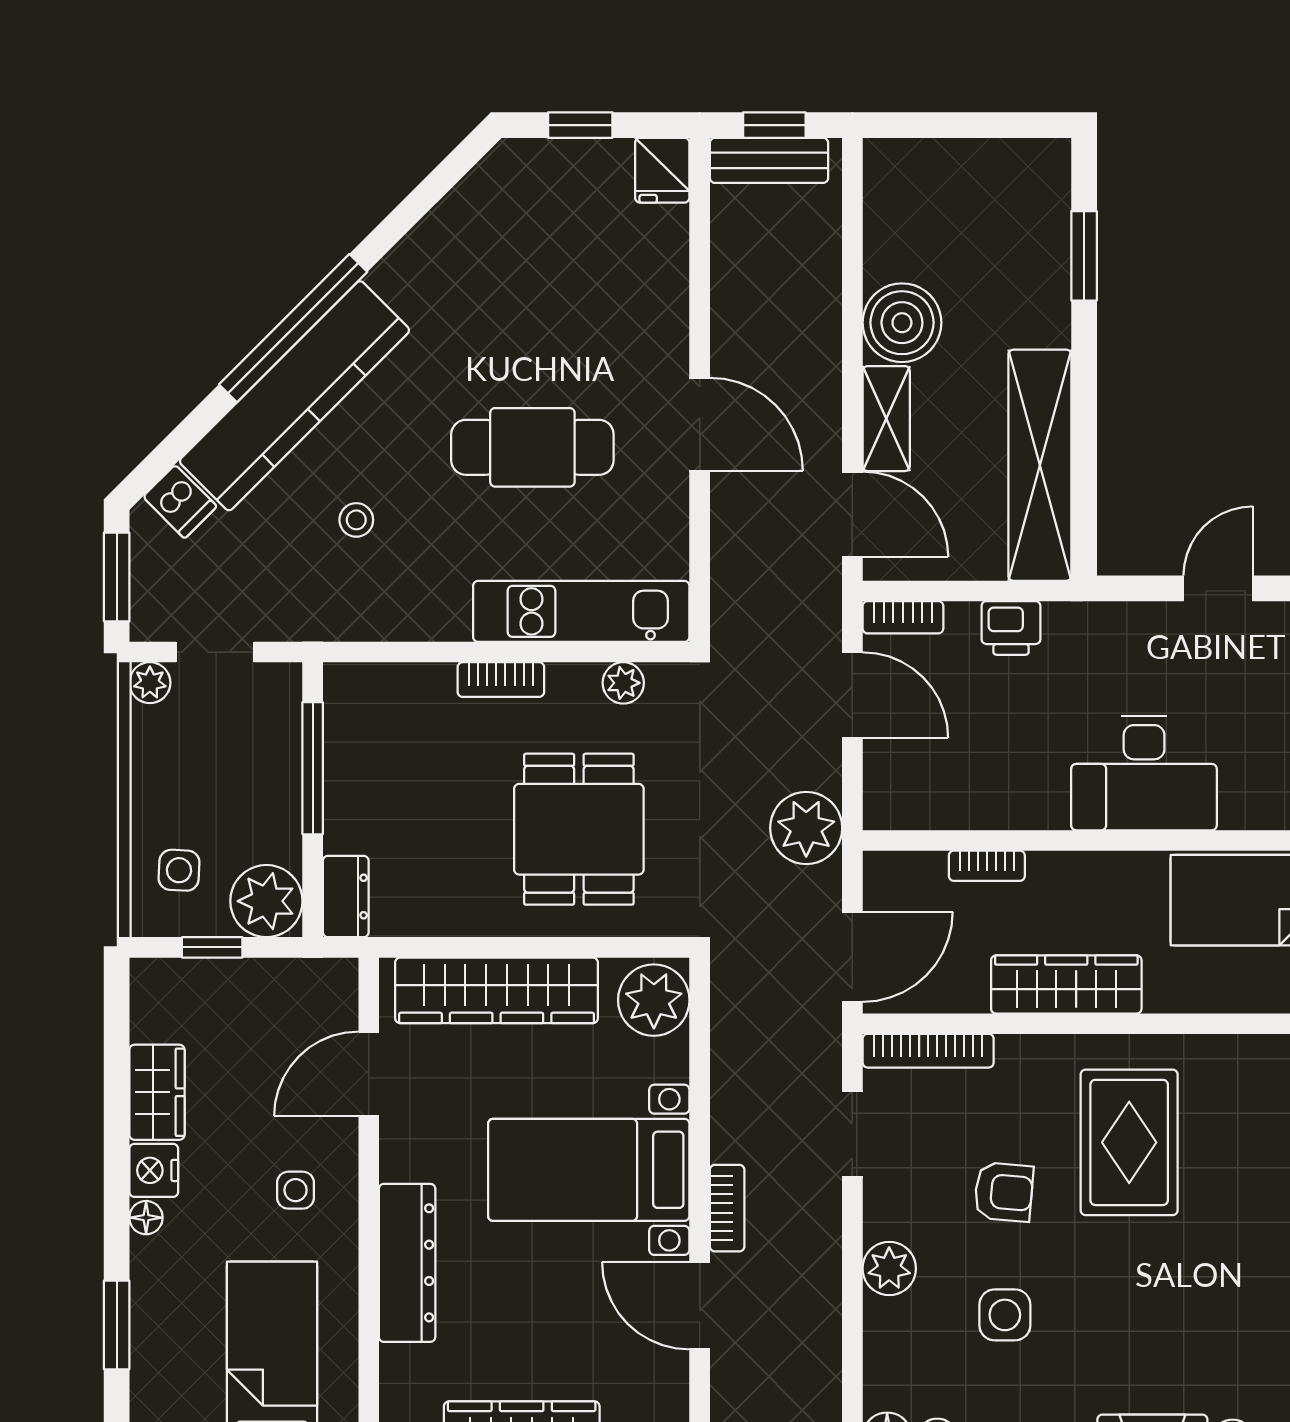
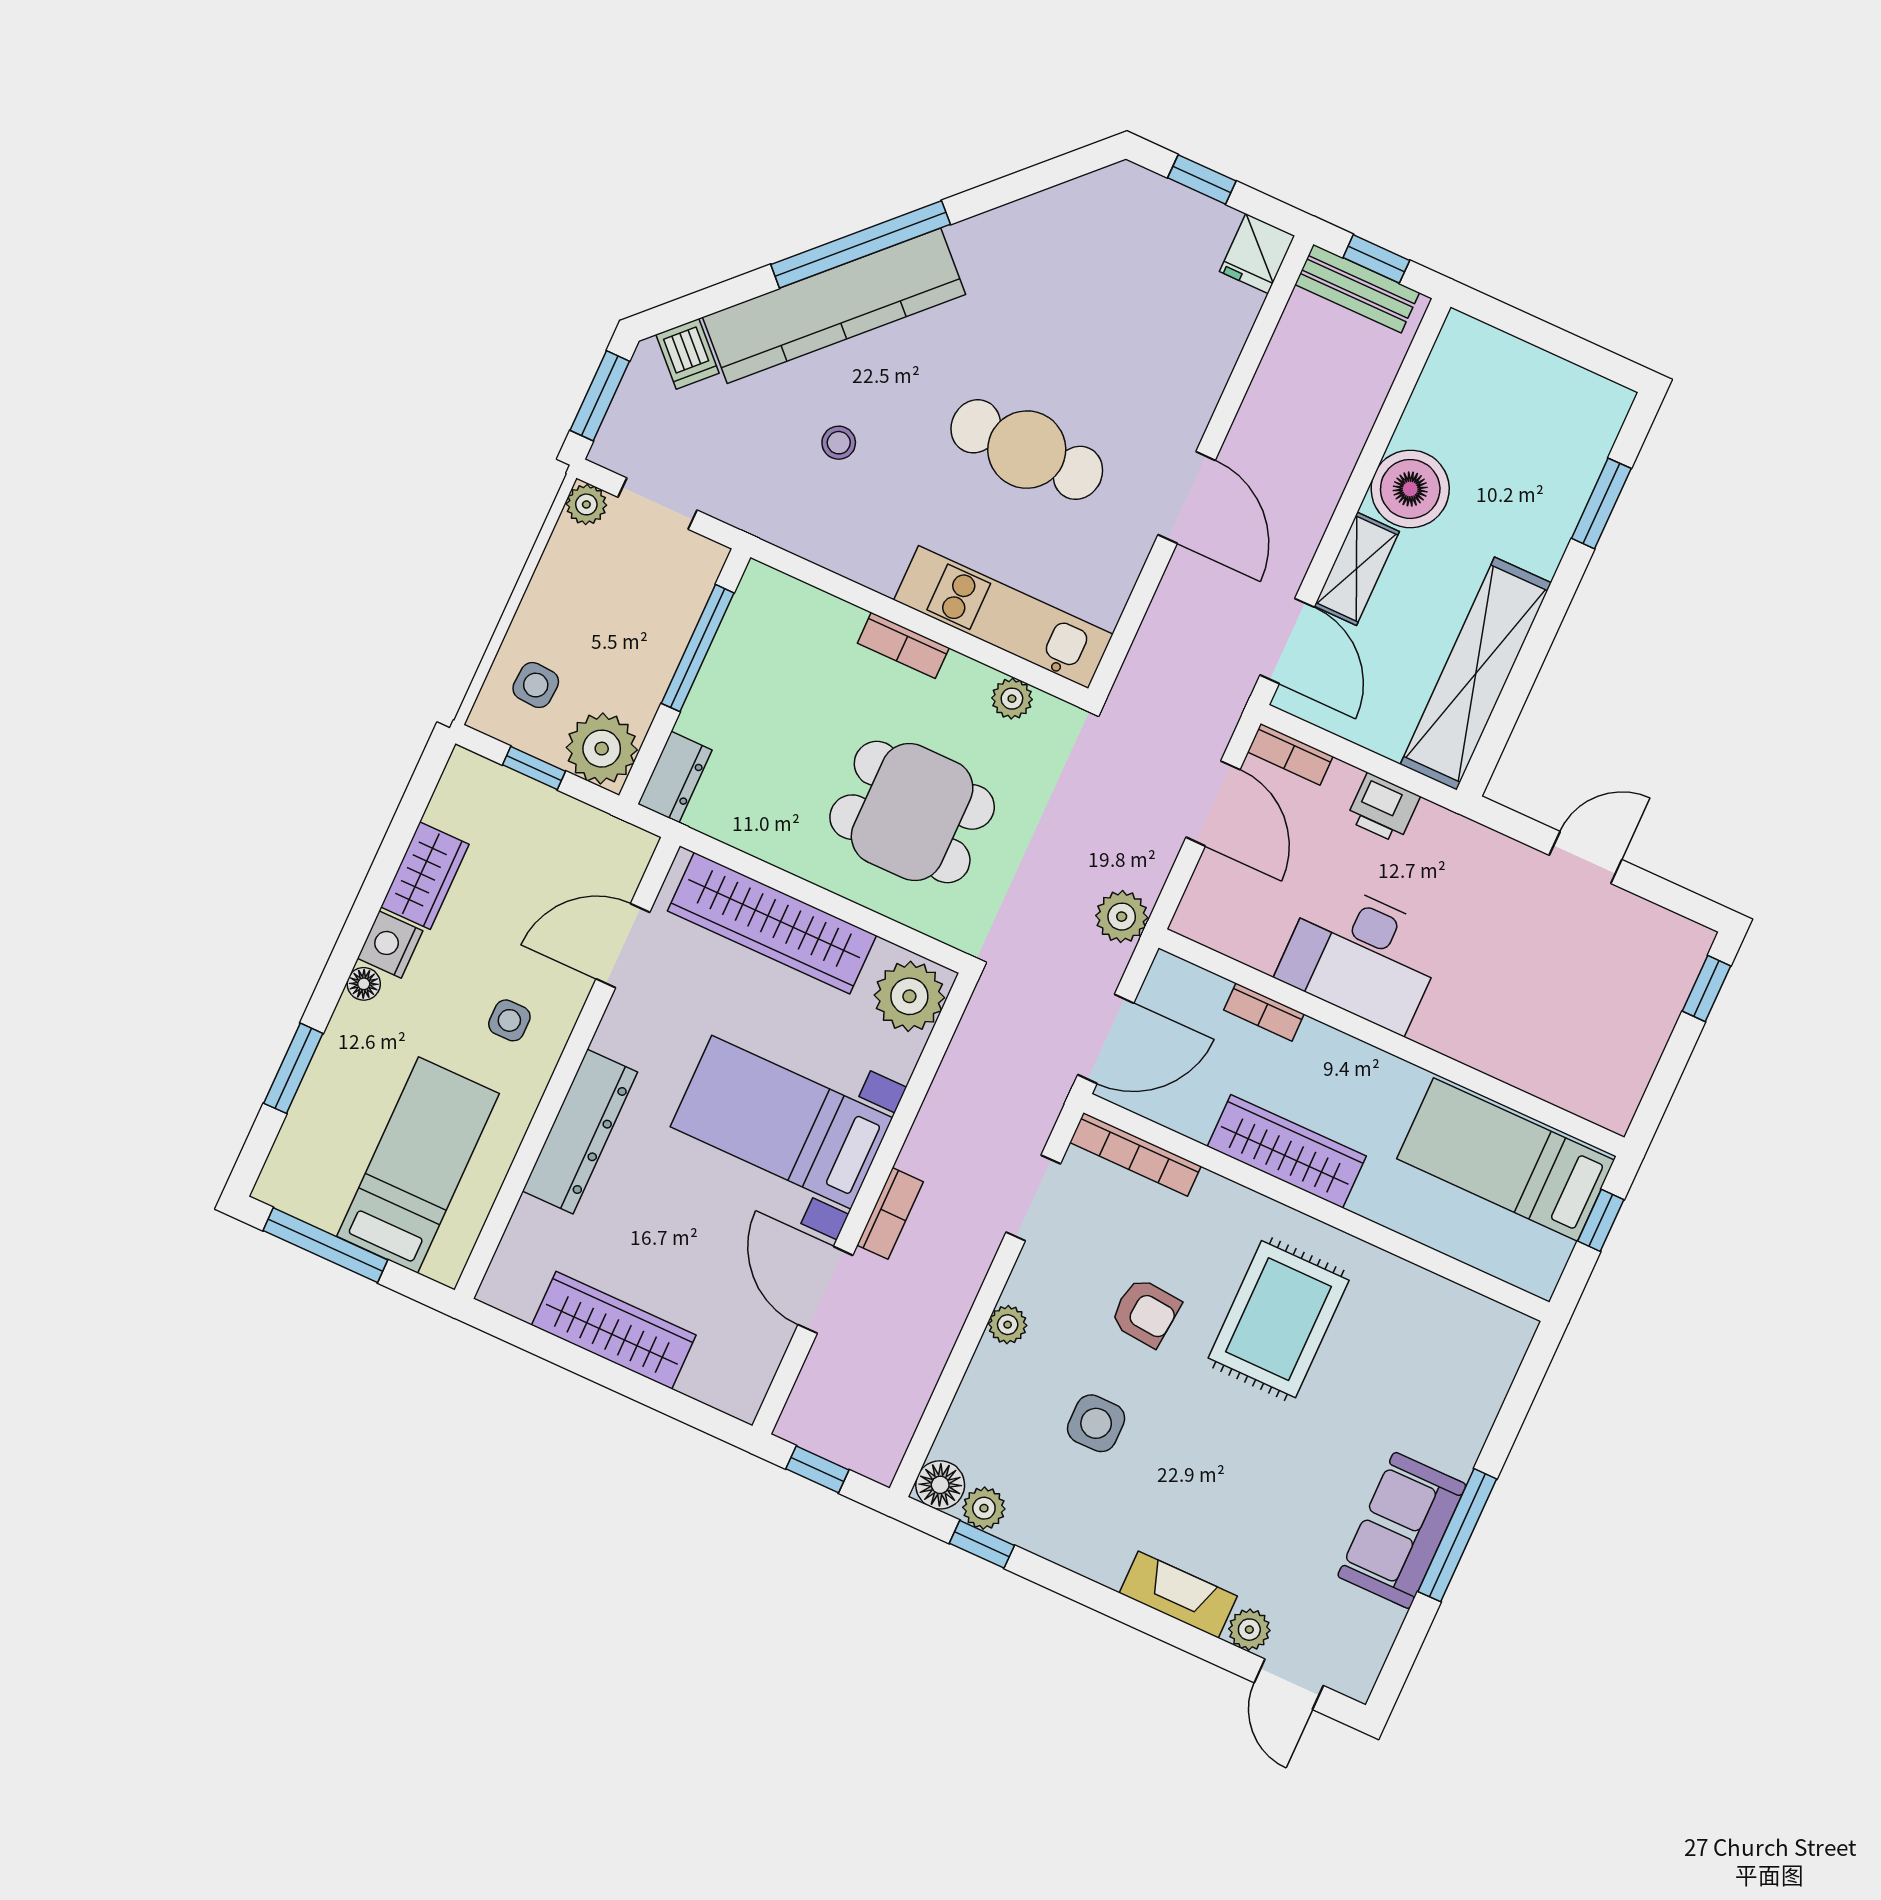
desk: (1144, 773) -> (1362, 956), moved
plant: (806, 828) -> (1122, 917), width x0.73, depth x0.73
dining table: (579, 829) -> (912, 812), turned 90
plant: (889, 1268) -> (1008, 1325), width x0.73, depth x0.73

